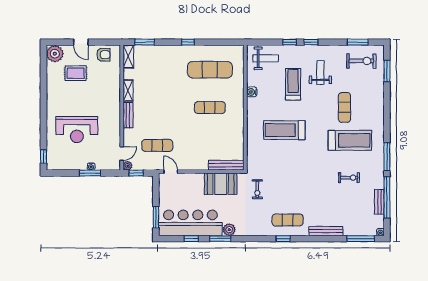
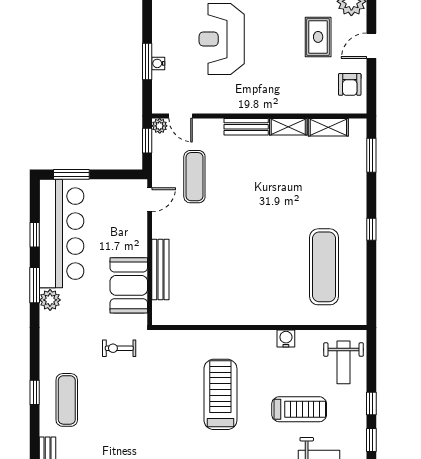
shelving: (128, 57) -> (328, 127), moved
exercise mat: (210, 108) -> (259, 267), removed
bench: (226, 165) -> (160, 269), moved

